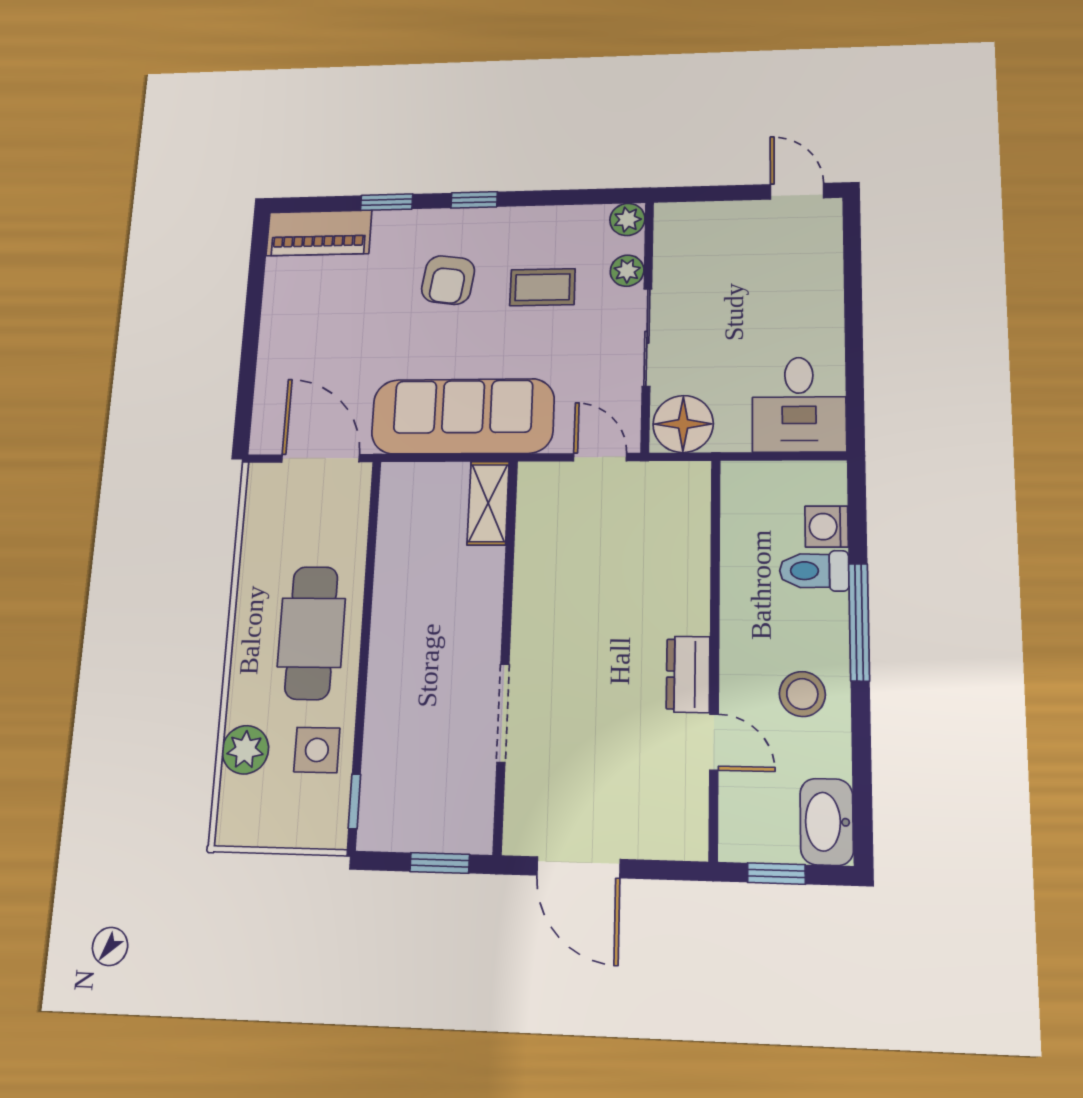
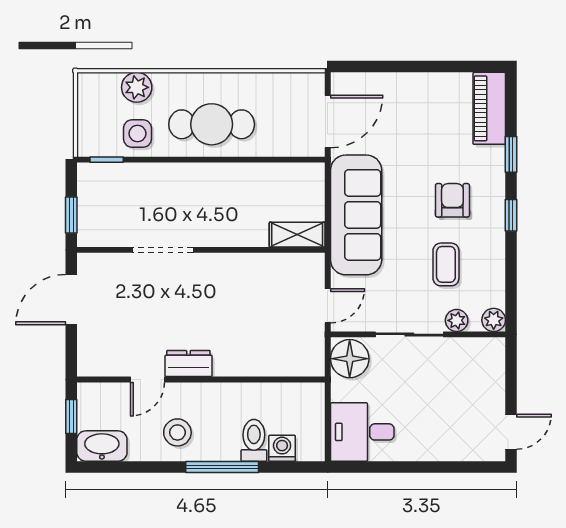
armchair: (448, 280) -> (452, 200), turned 82

